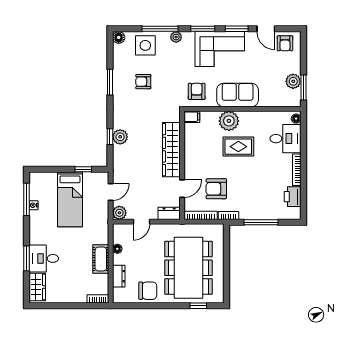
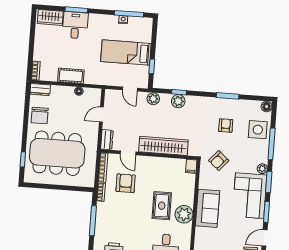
plant: (176, 37) -> (262, 169), moved
armchair: (197, 91) -> (219, 161), moved, turned 131
plant: (229, 121) -> (184, 214), moved
plant: (119, 213) -> (153, 99), moved
door: (141, 222) -> (101, 114), hinge flipped
dresser: (119, 276) -> (40, 90), moved

